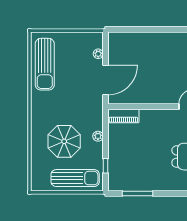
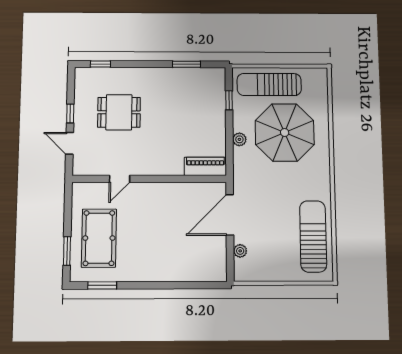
parasol: (64, 141) -> (285, 132), width x1.36, depth x1.36
window: (137, 194) -> (186, 64), width x0.69

